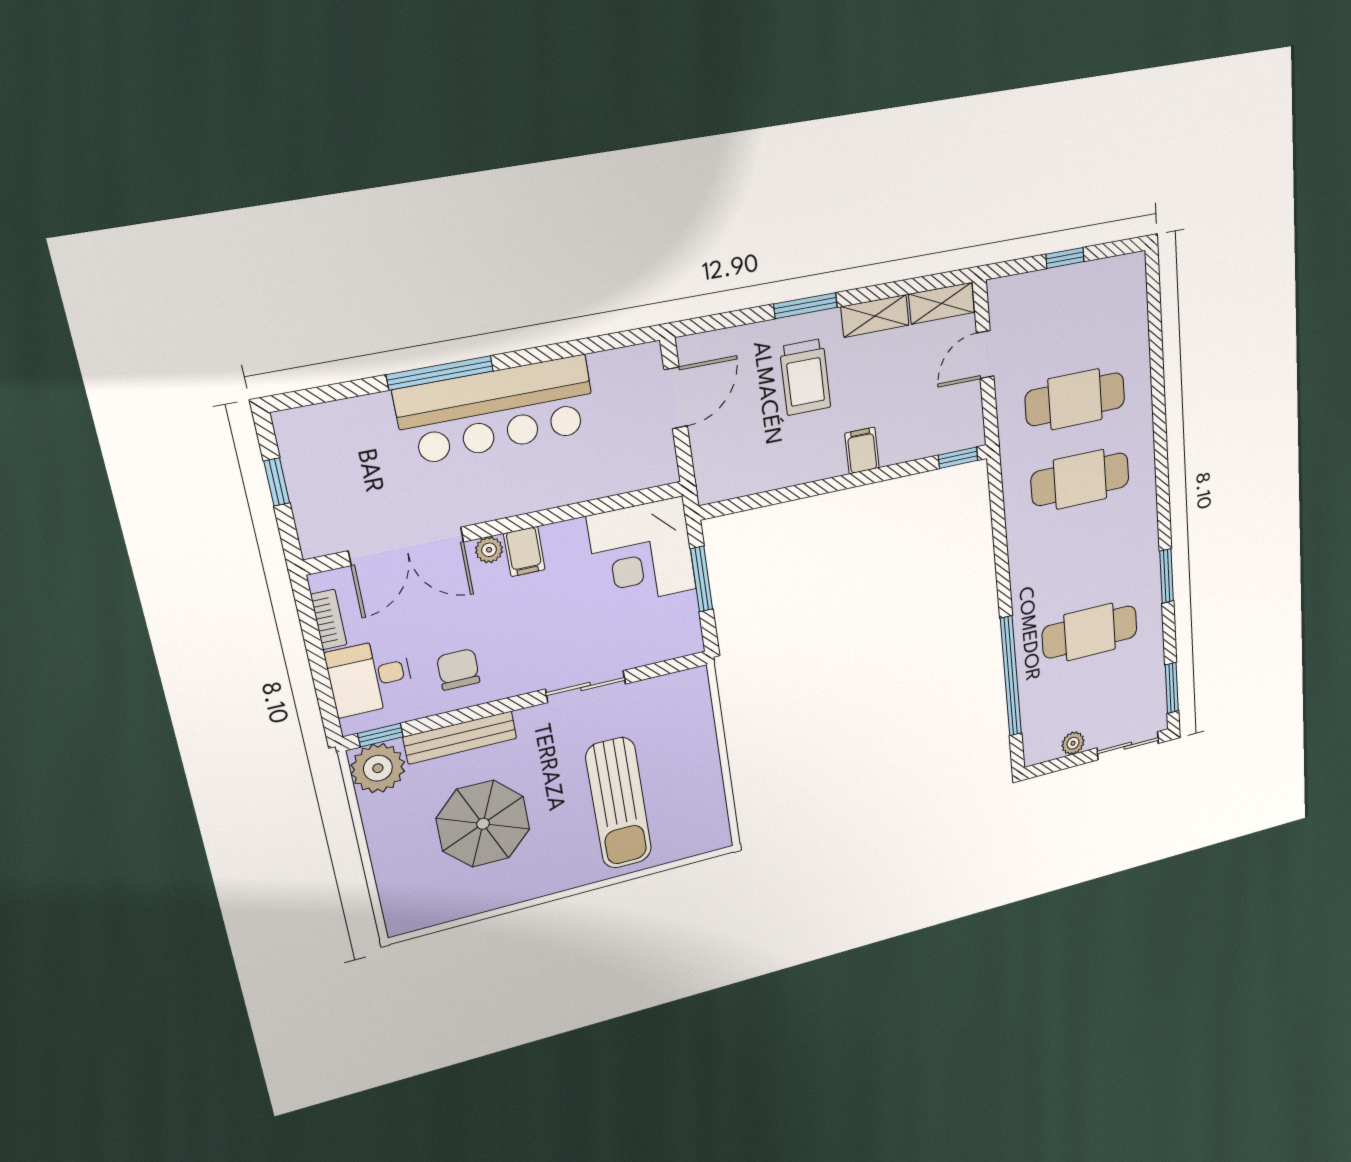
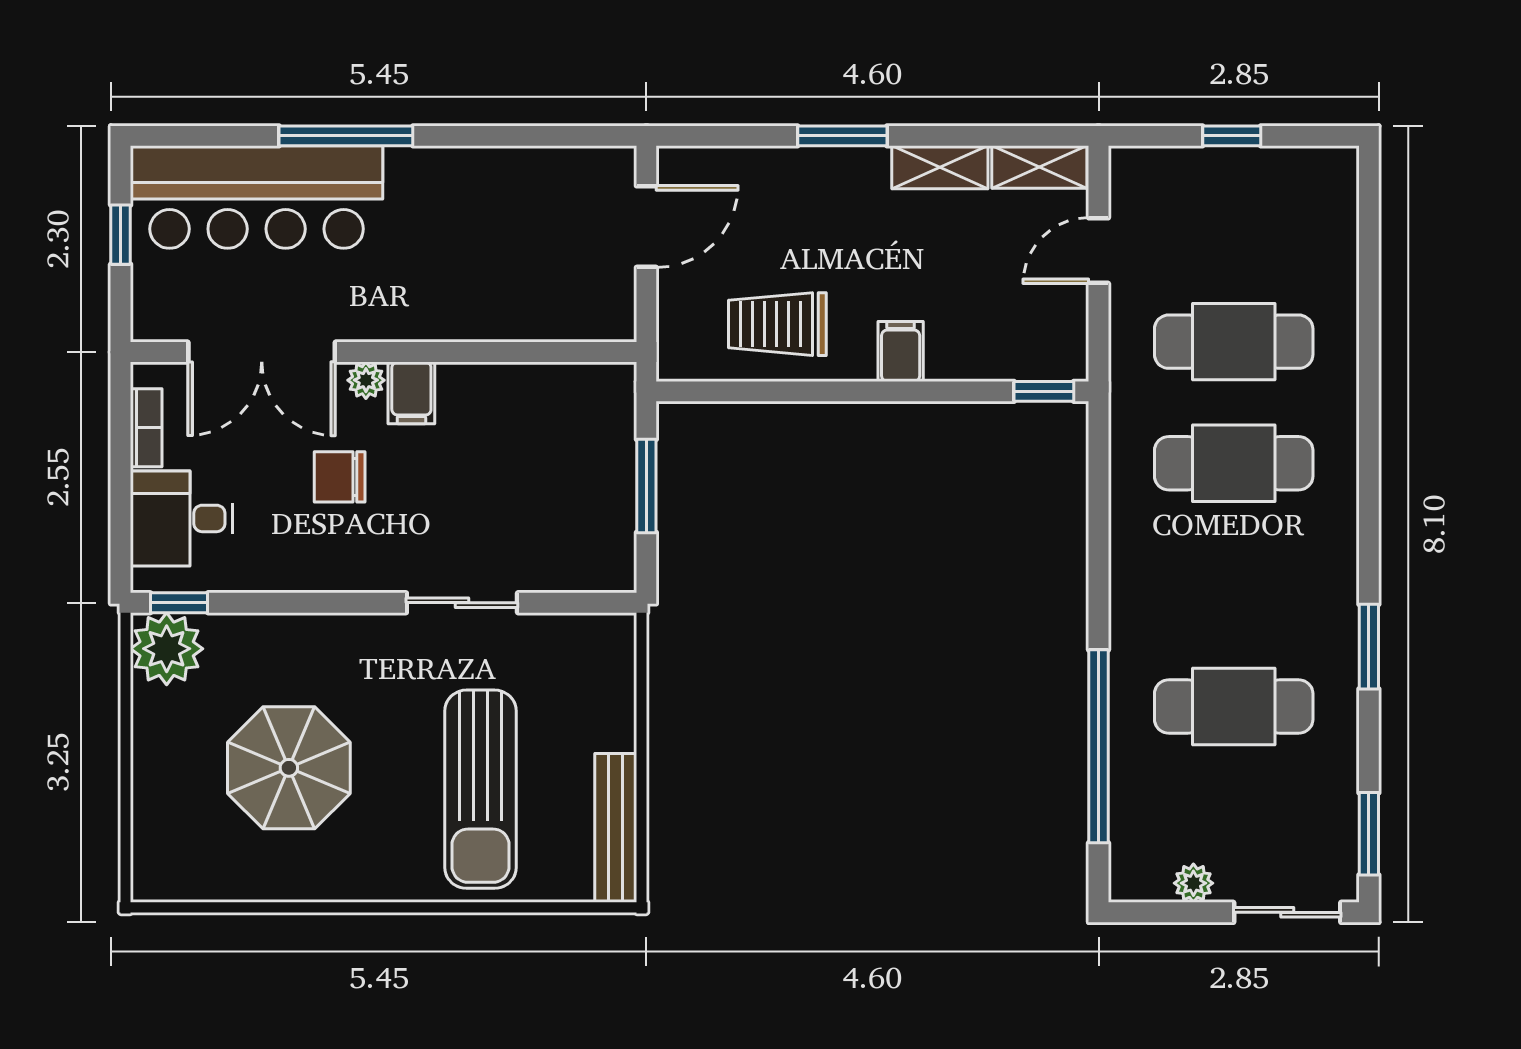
trolley: (805, 377) -> (777, 324), moved, turned 90
bar counter: (496, 410) -> (257, 197), moved
corner desk: (642, 553) -> (569, 430), removed
chair: (458, 669) -> (340, 477), moved, turned -90
bench: (460, 738) -> (616, 828), moved, turned 90

